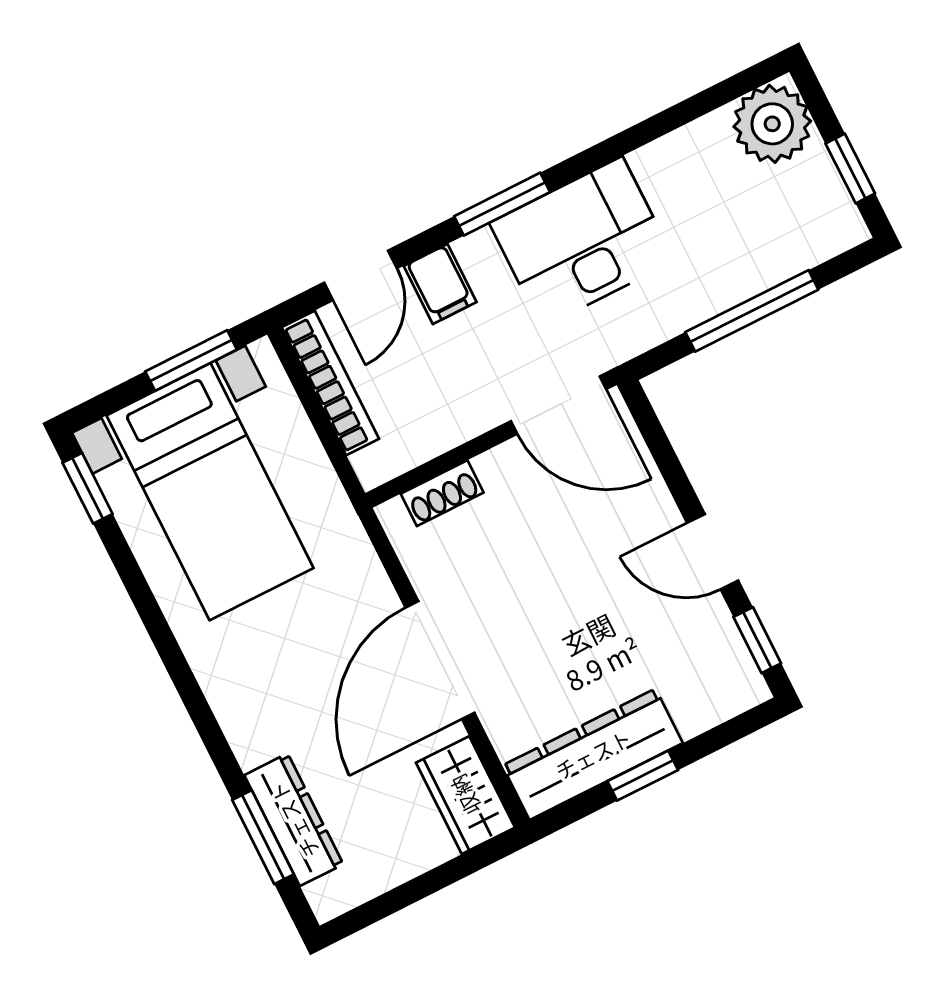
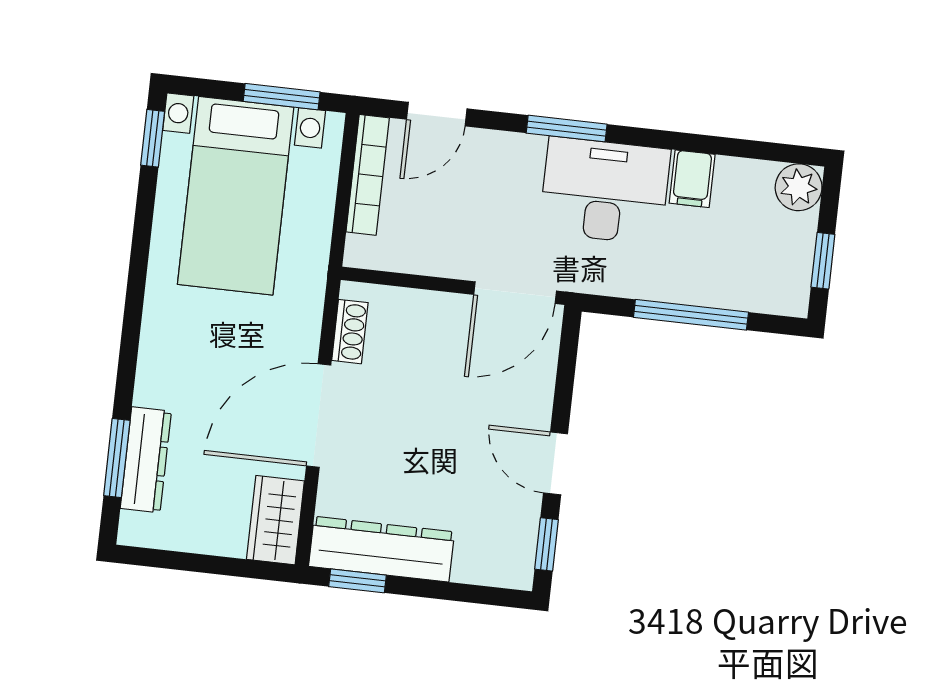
plant: (772, 124) -> (799, 187), width x0.73, depth x0.73
filing cabinet: (440, 284) -> (692, 179), moved
door: (558, 405) -> (515, 293), hinge flipped
shoe rack: (442, 493) -> (350, 332), moved, turned -90
window: (643, 776) -> (357, 581), moved

